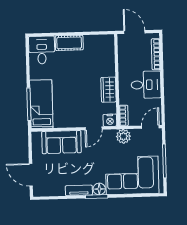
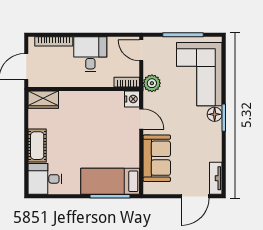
wardrobe: (108, 90) -> (43, 100), moved
tv unit: (79, 190) -> (216, 178), moved

